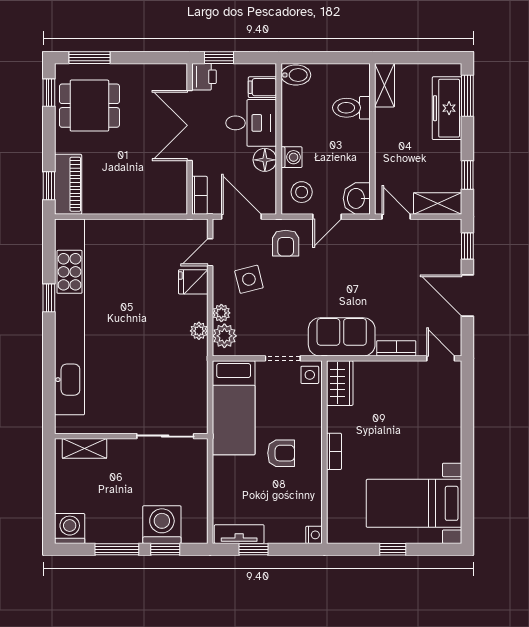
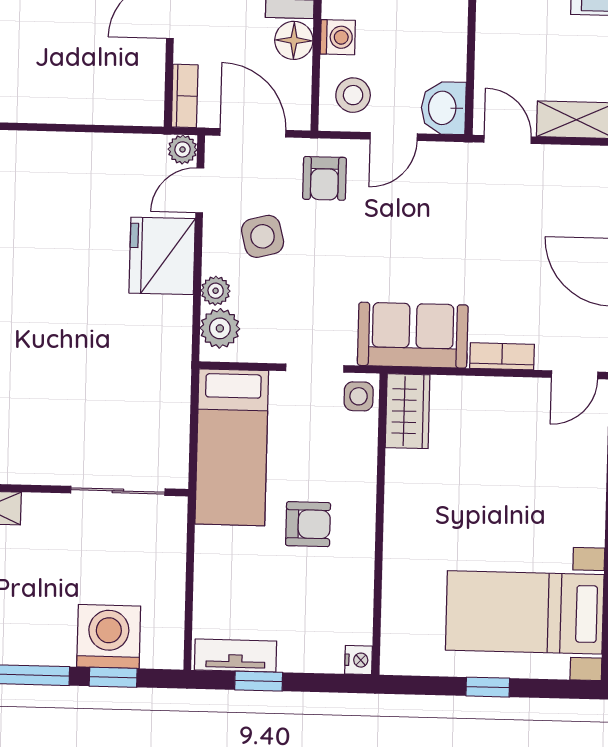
fridge: (193, 282) -> (162, 256), width x1.88, depth x1.34
plant: (199, 331) -> (182, 149), moved
door: (441, 358) -> (575, 375), swing flipped
bookcase: (334, 451) -> (395, 523), removed

